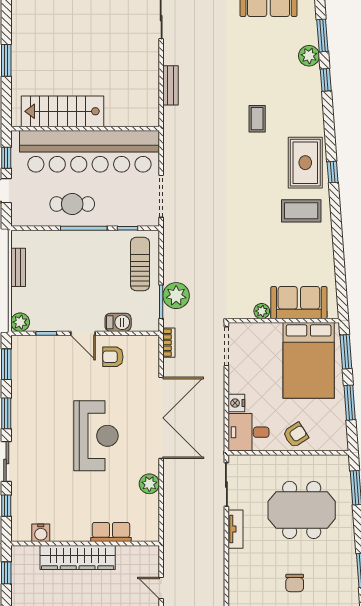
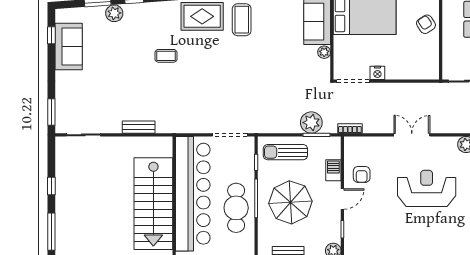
stairs: (62, 111) -> (153, 204), width x1.36, depth x1.51
cafe table: (72, 204) -> (236, 208), width x1.37, depth x1.35
parasol: (79, 270) -> (290, 202), added
nightstand: (236, 403) -> (377, 73), moved
double door: (161, 418) -> (412, 135), width x0.54
desk: (249, 432) -> (424, 63), removed

